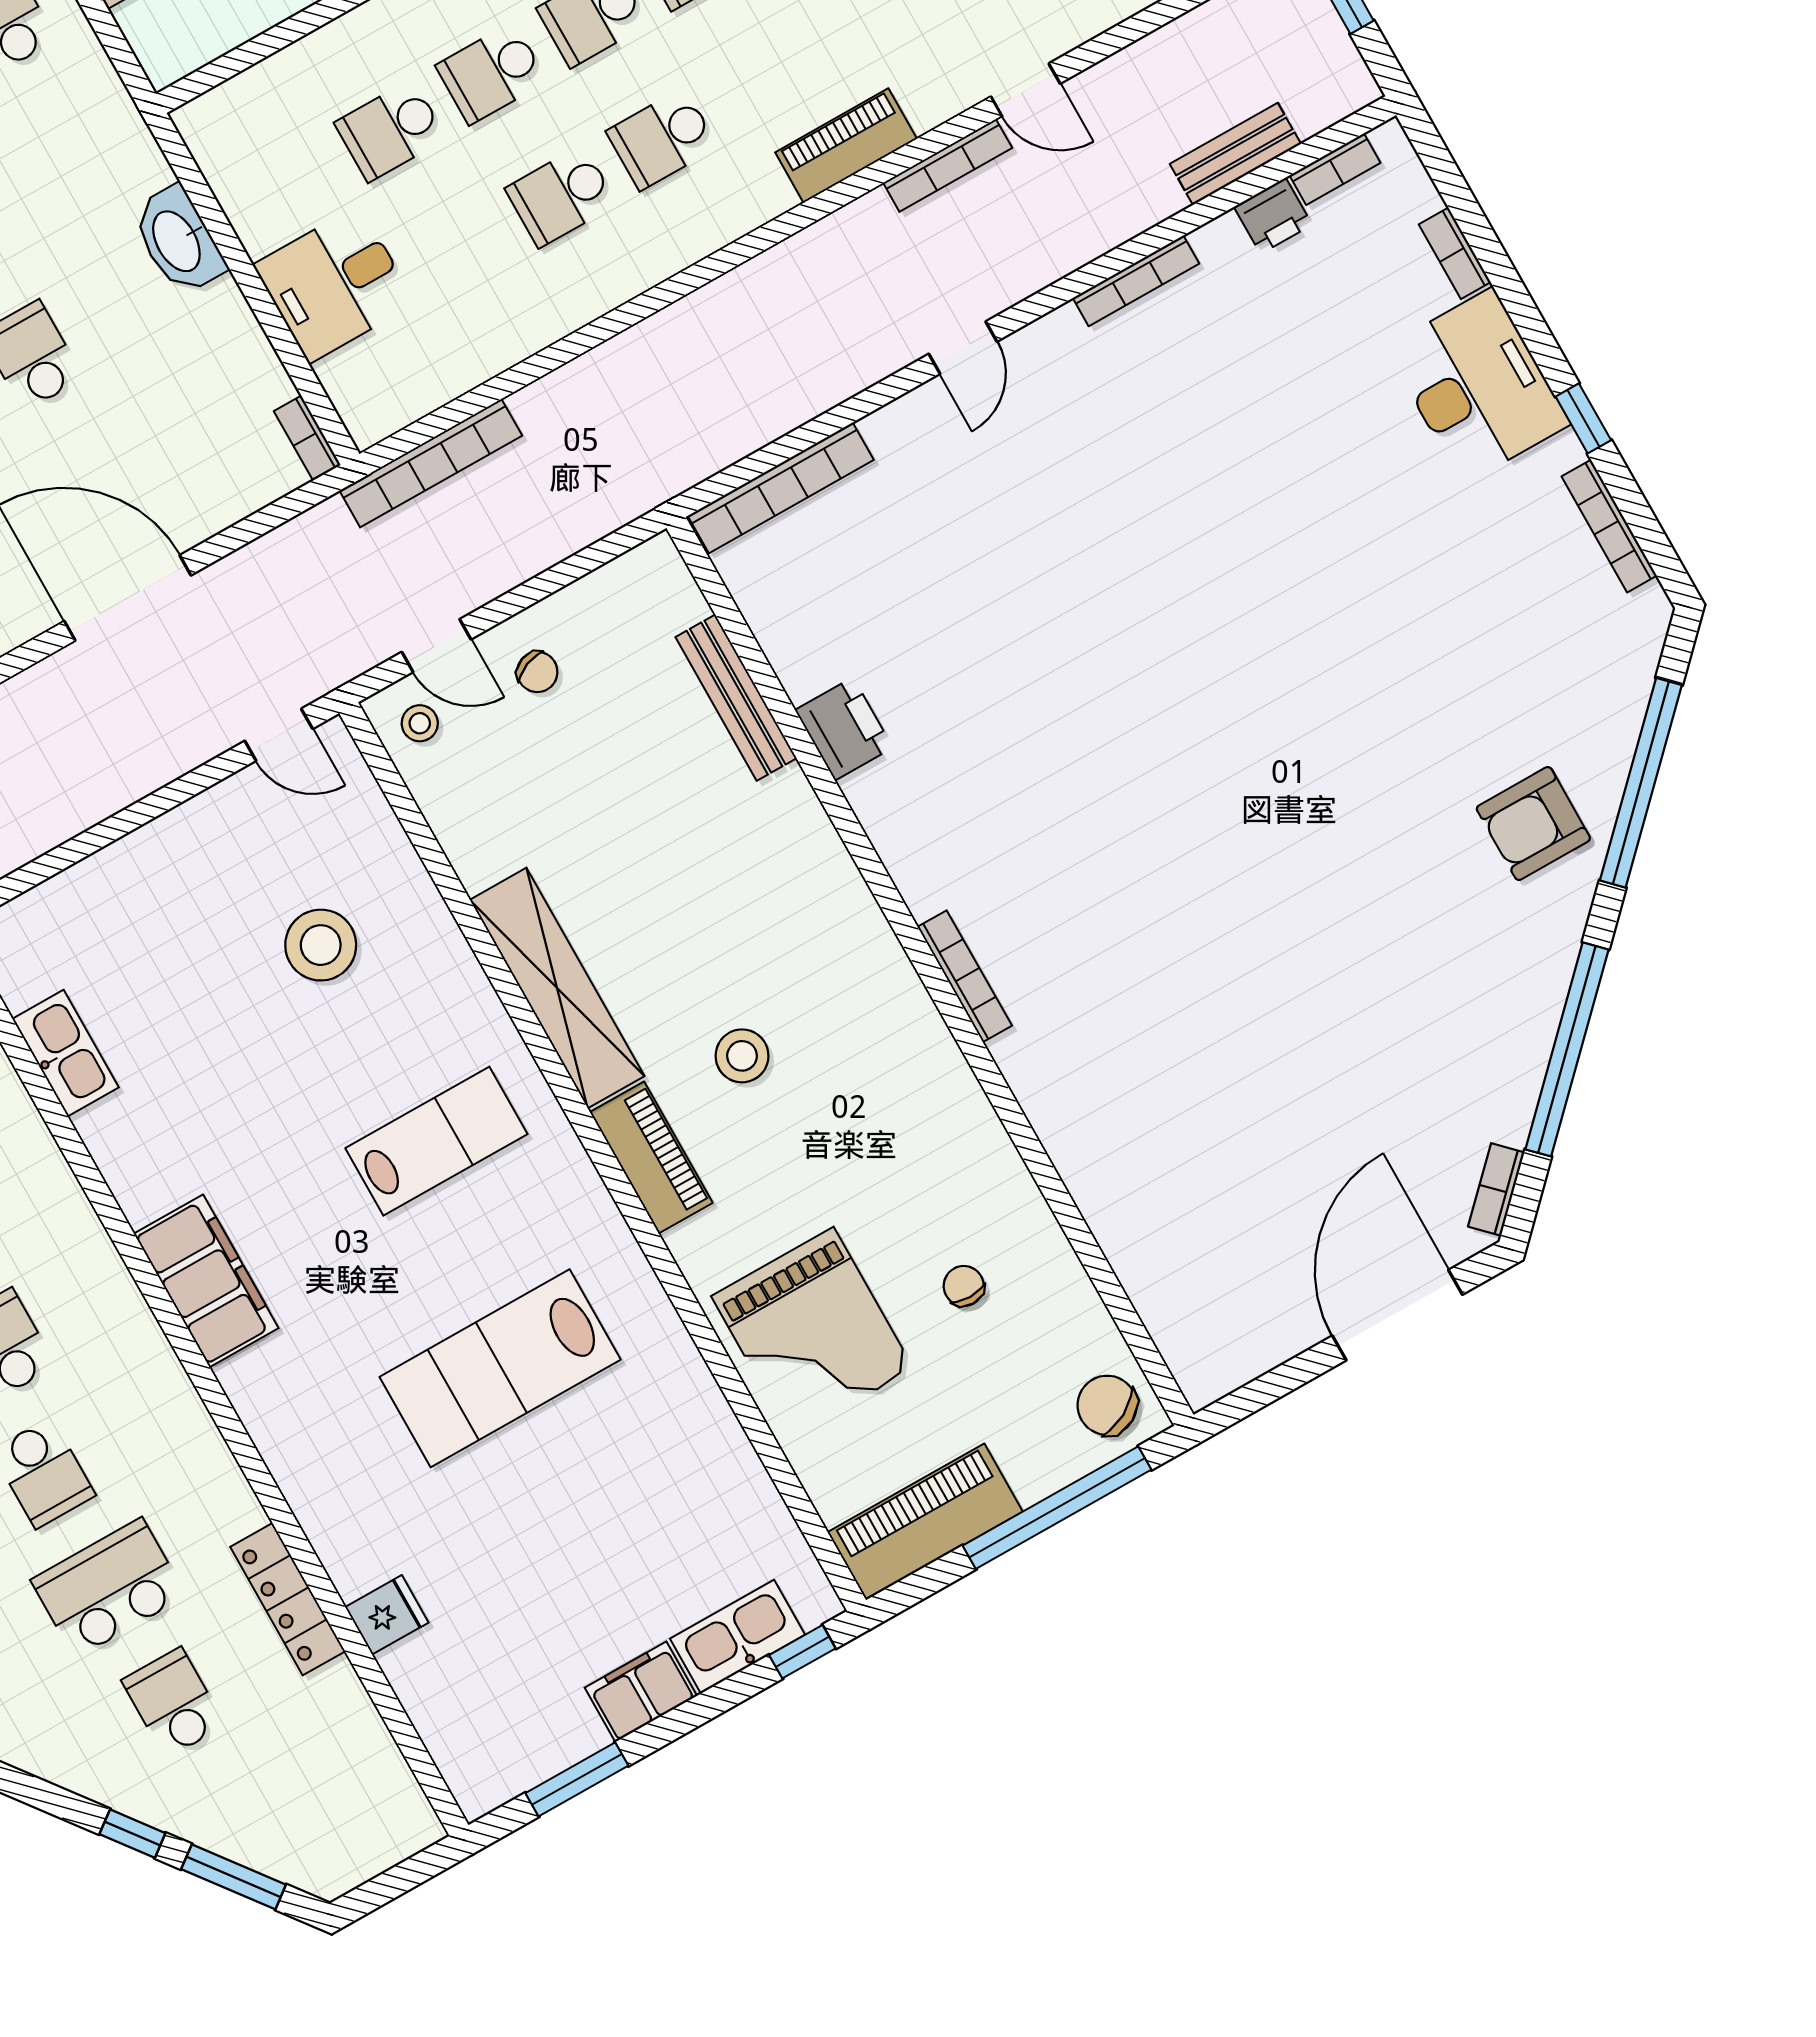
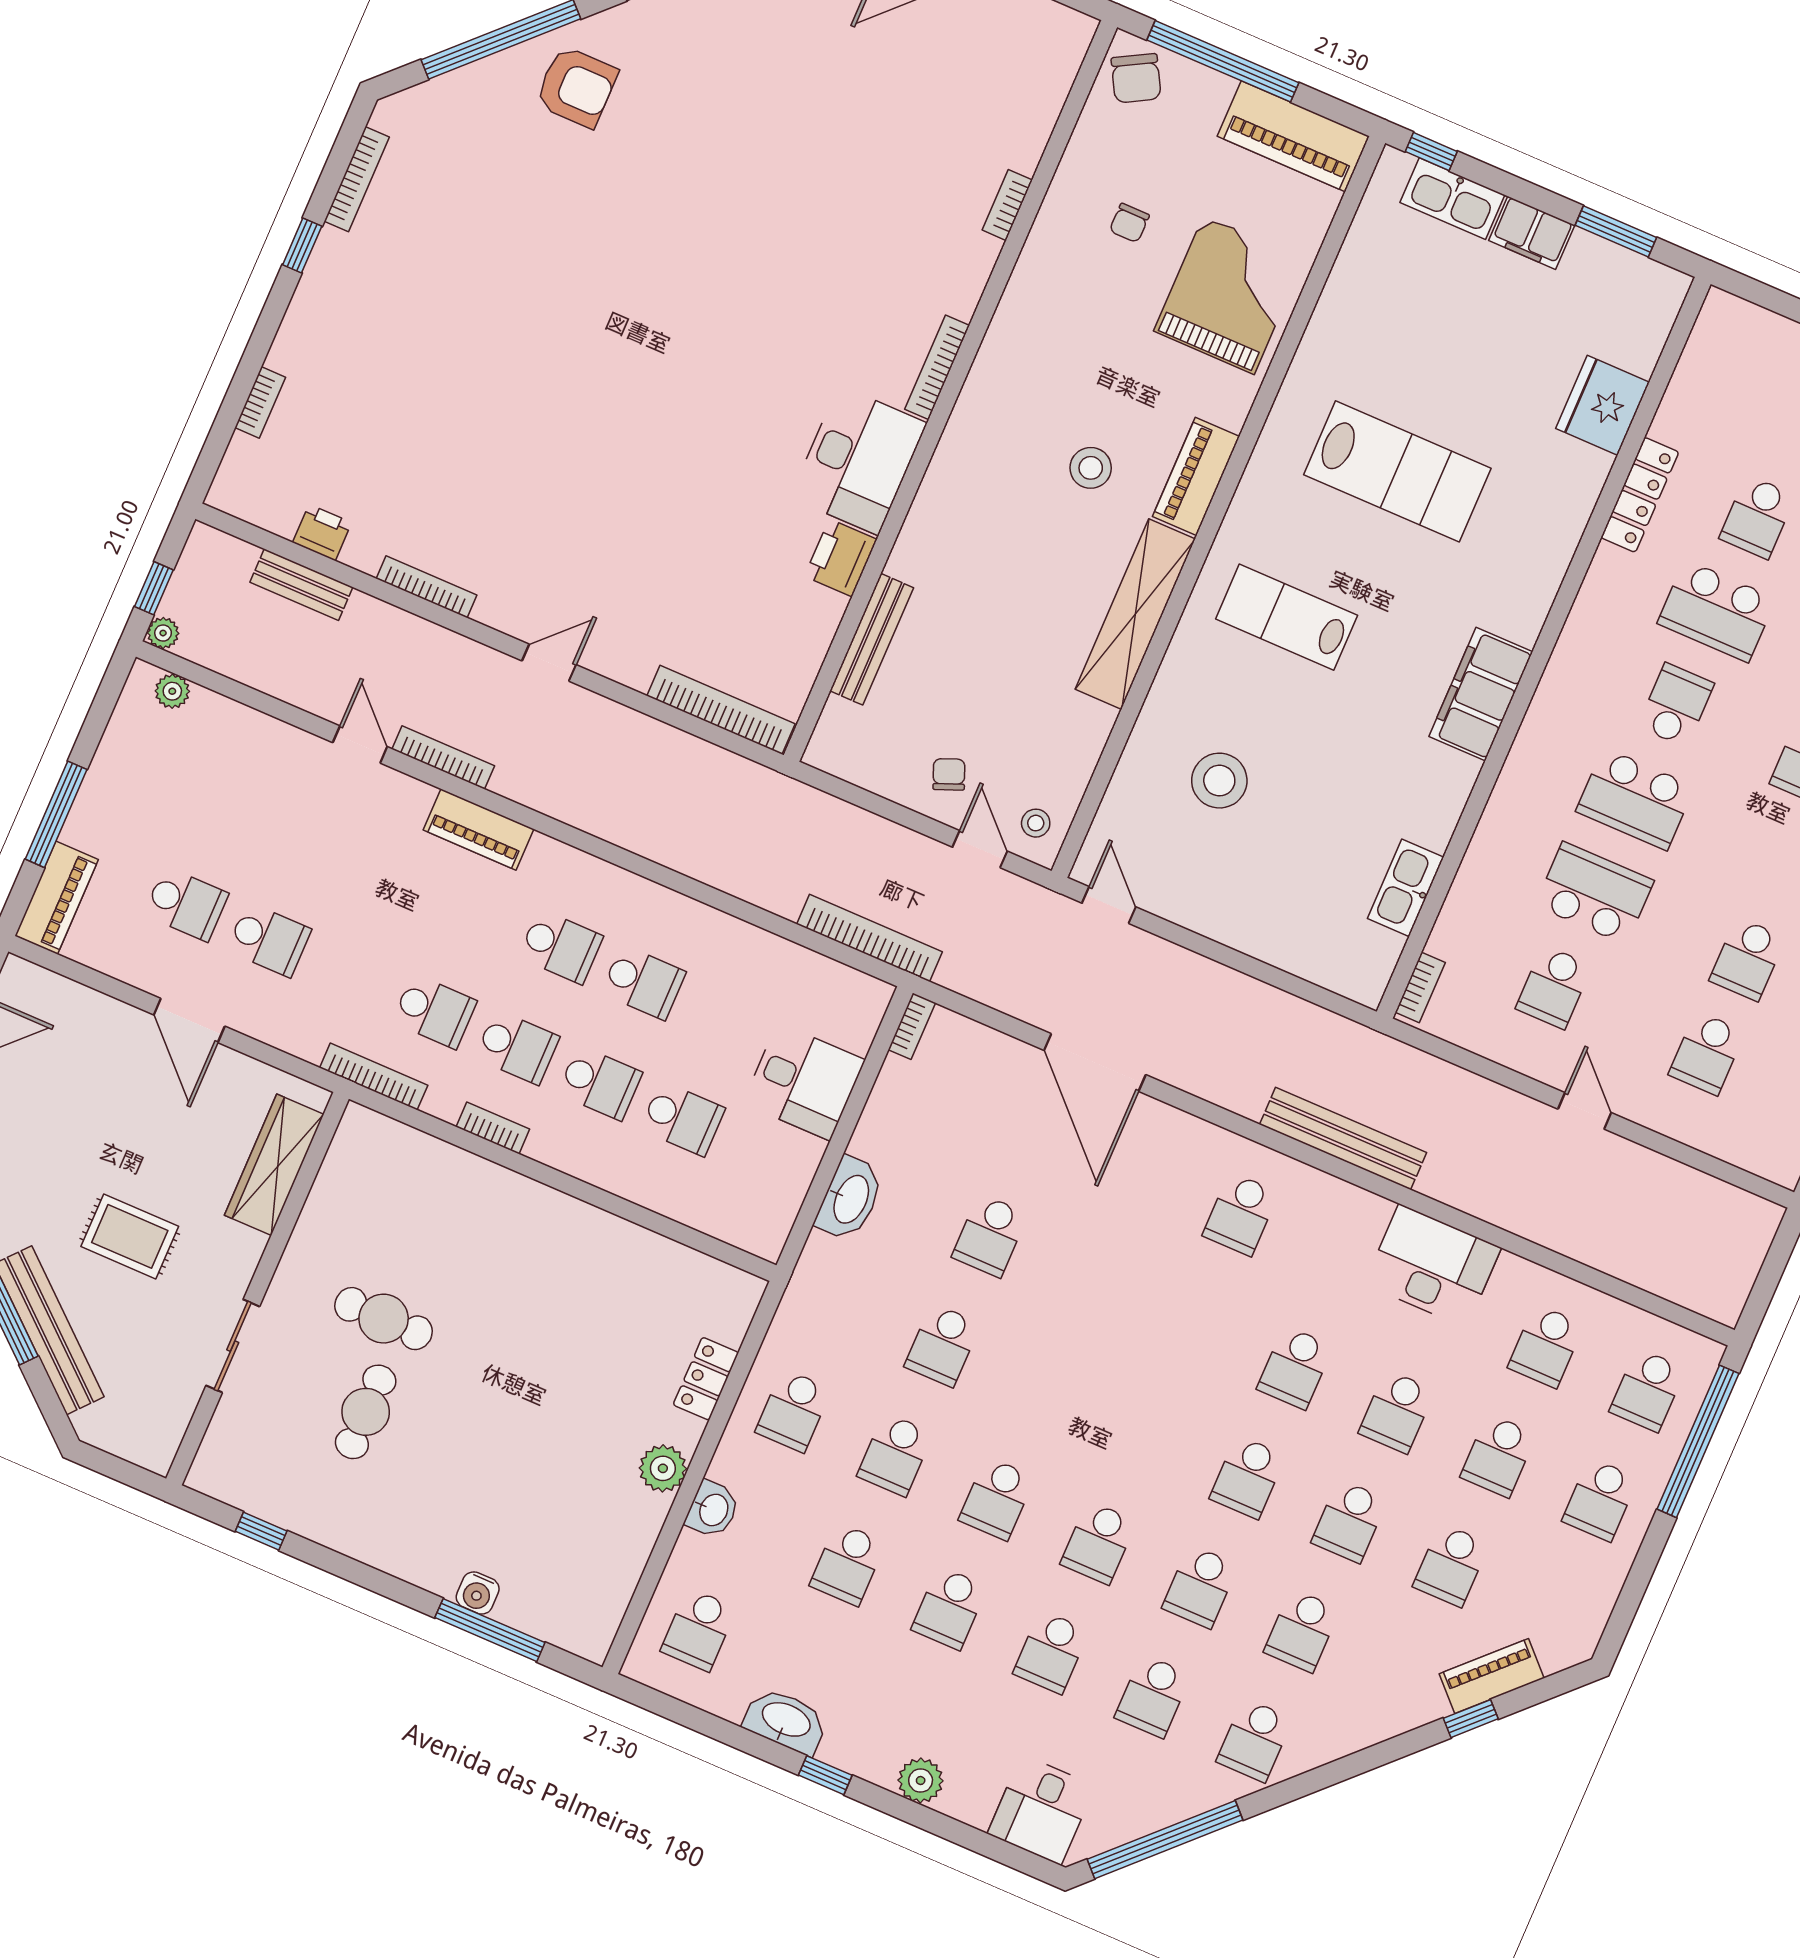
bookcase: (1335, 169) -> (1007, 205), moved, turned -90
desk: (1478, 386) -> (859, 460), moved, turned 180
fridge: (387, 1615) -> (1603, 405), width x1.88, depth x1.34

